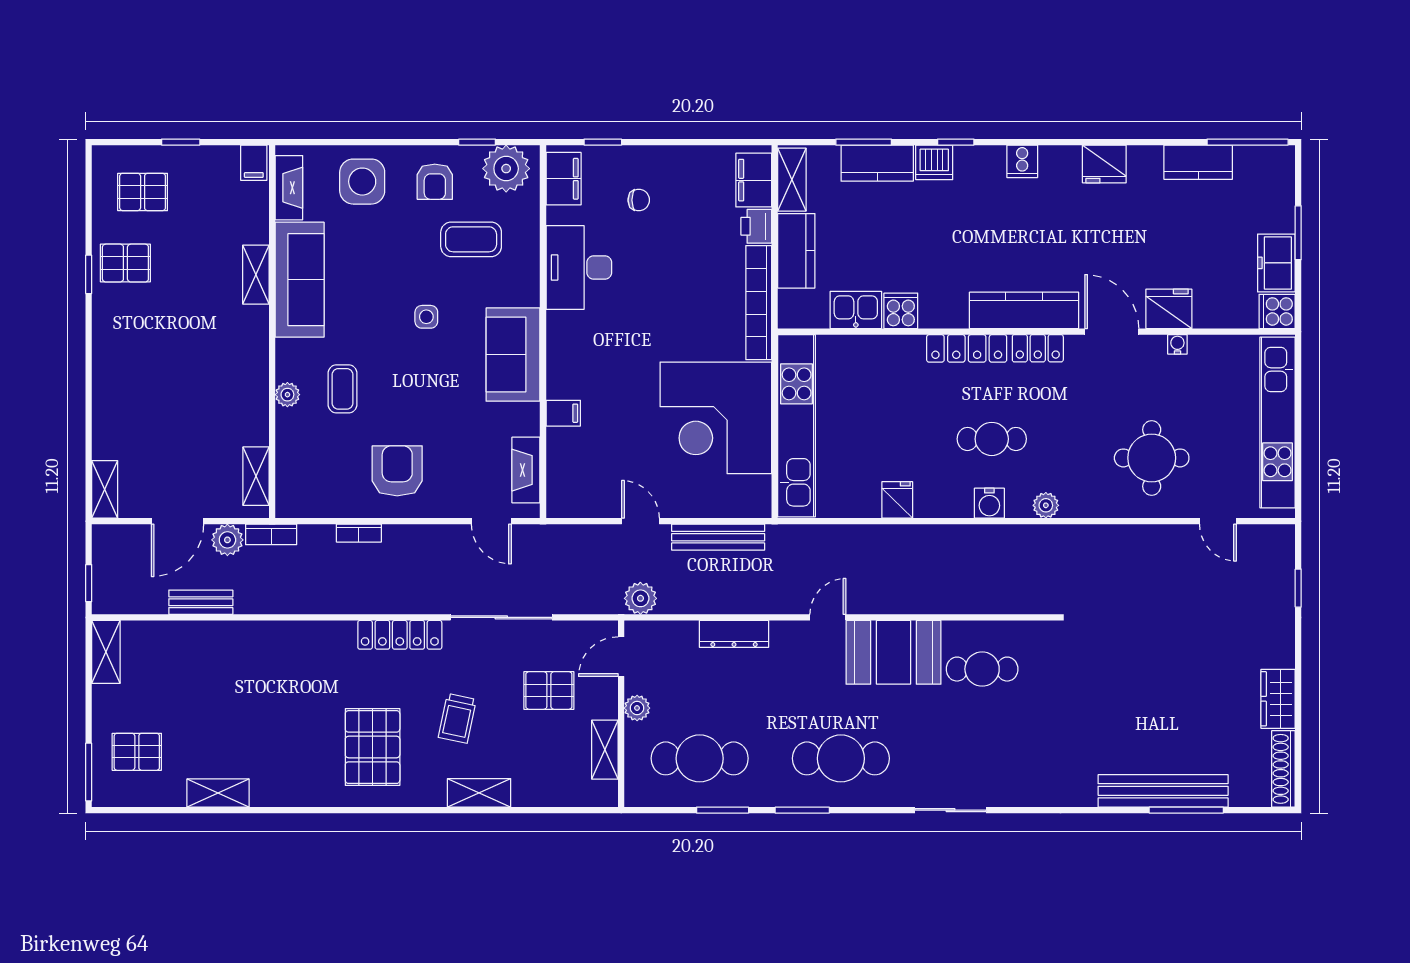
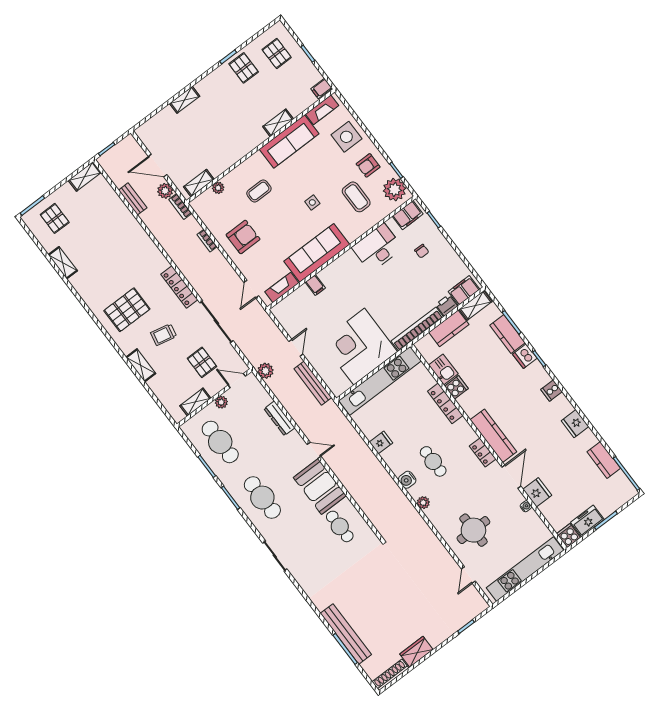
locker: (967, 348) -> (445, 403), moved
sofa: (513, 355) -> (317, 253), width x1.36
plant: (287, 395) -> (218, 188), moved
shelving: (105, 489) -> (185, 100), moved

